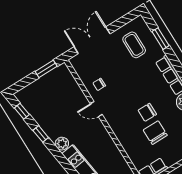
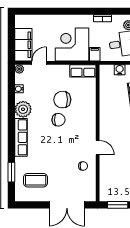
coffee table: (134, 45) -> (36, 180), turned 90
chair: (155, 133) -> (62, 100), turned 90

